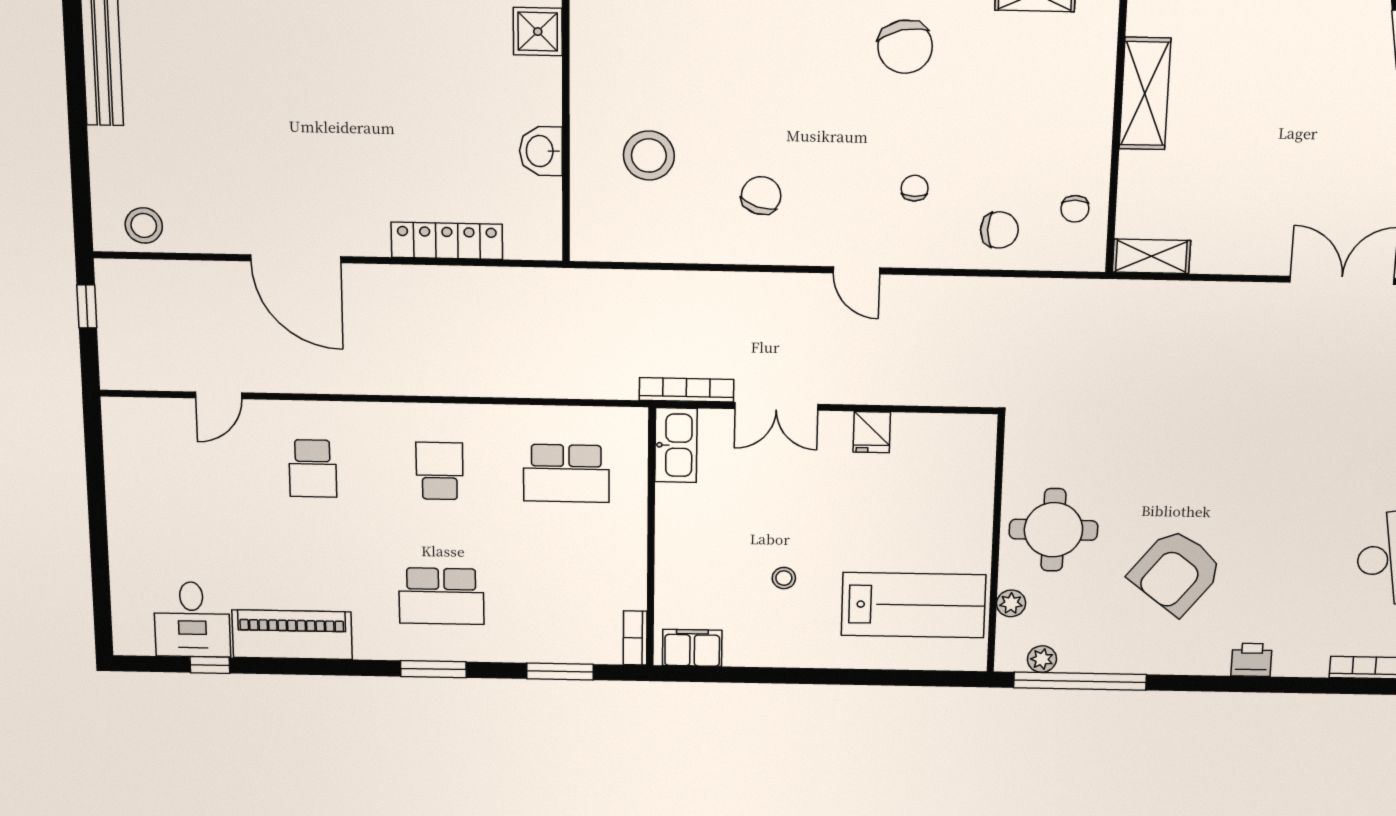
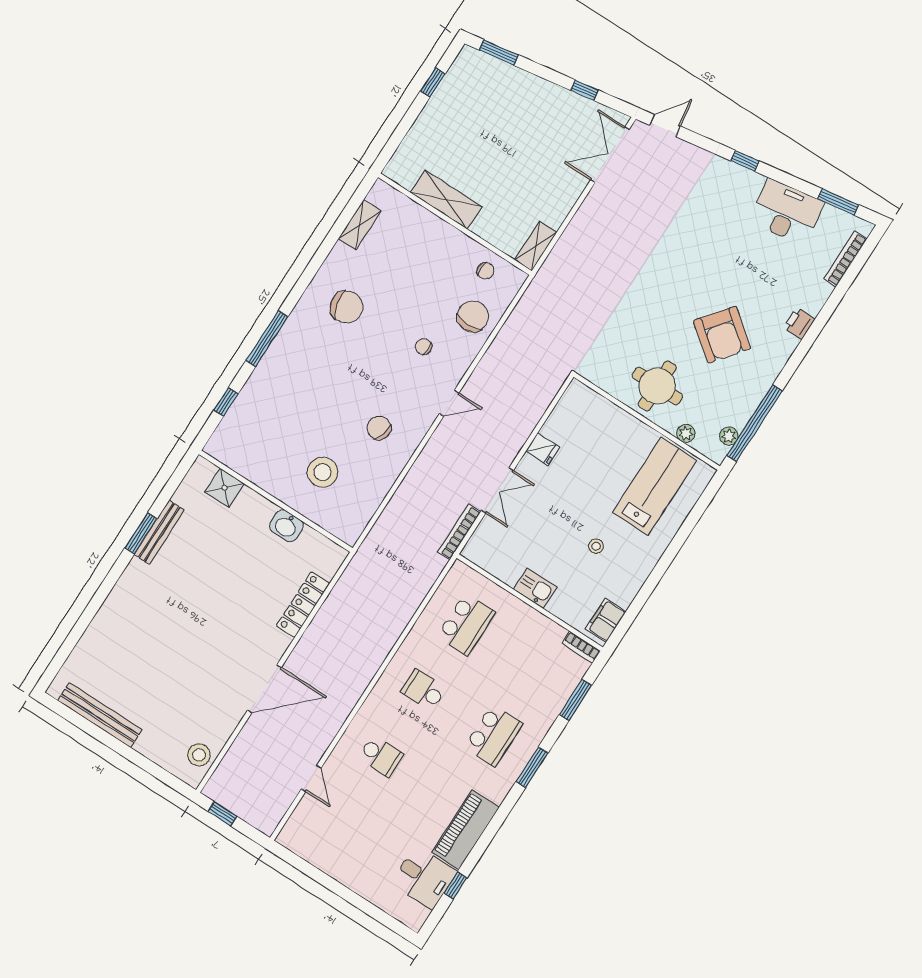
chair: (999, 230) -> (473, 316), width x1.37, depth x1.37
kitchen sink: (676, 445) -> (535, 588), moved, width x0.73

